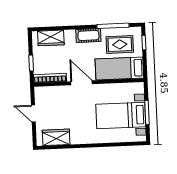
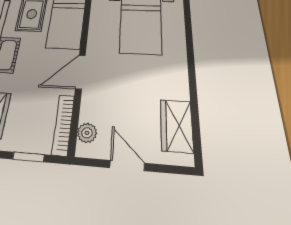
plant: (47, 91) -> (87, 133), added
door: (33, 114) -> (127, 165), swing flipped

